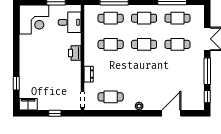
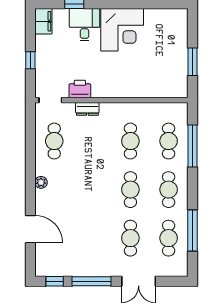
corner desk: (34, 20) -> (122, 30), moved, turned -90
desk: (70, 22) -> (84, 25), moved, turned 180
printer: (75, 53) -> (80, 89), moved

